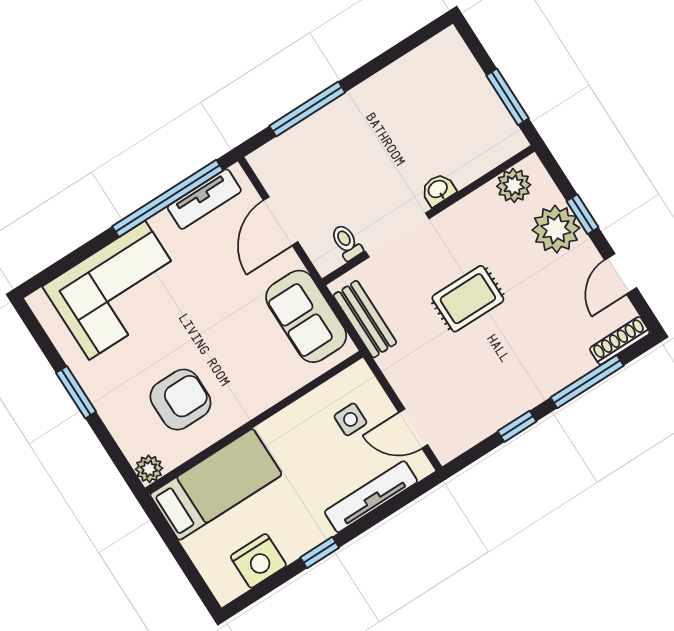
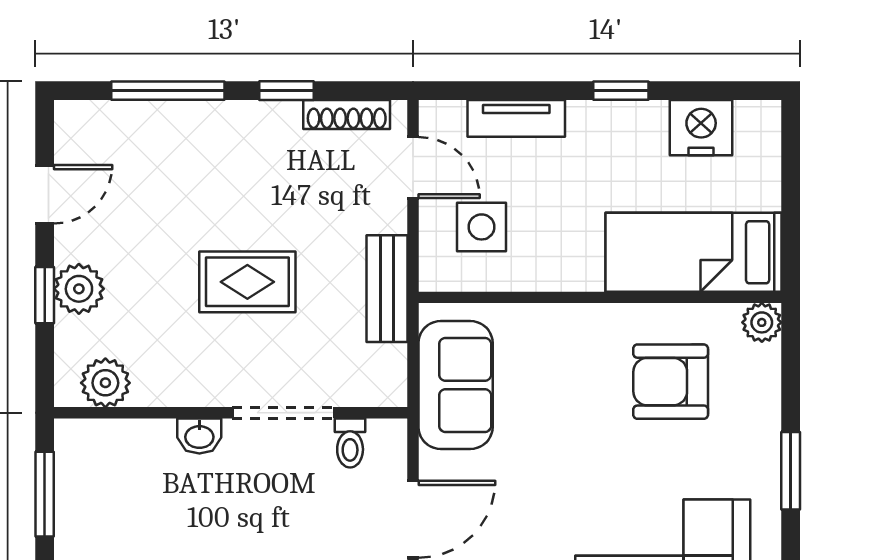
plant: (556, 229) -> (79, 289), width x0.73, depth x0.73
bench: (365, 319) -> (387, 289), moved
shoe rack: (620, 341) -> (347, 114), moved
side table: (350, 419) -> (482, 227), width x1.37, depth x1.37
tv unit: (371, 497) -> (516, 118), width x0.71

